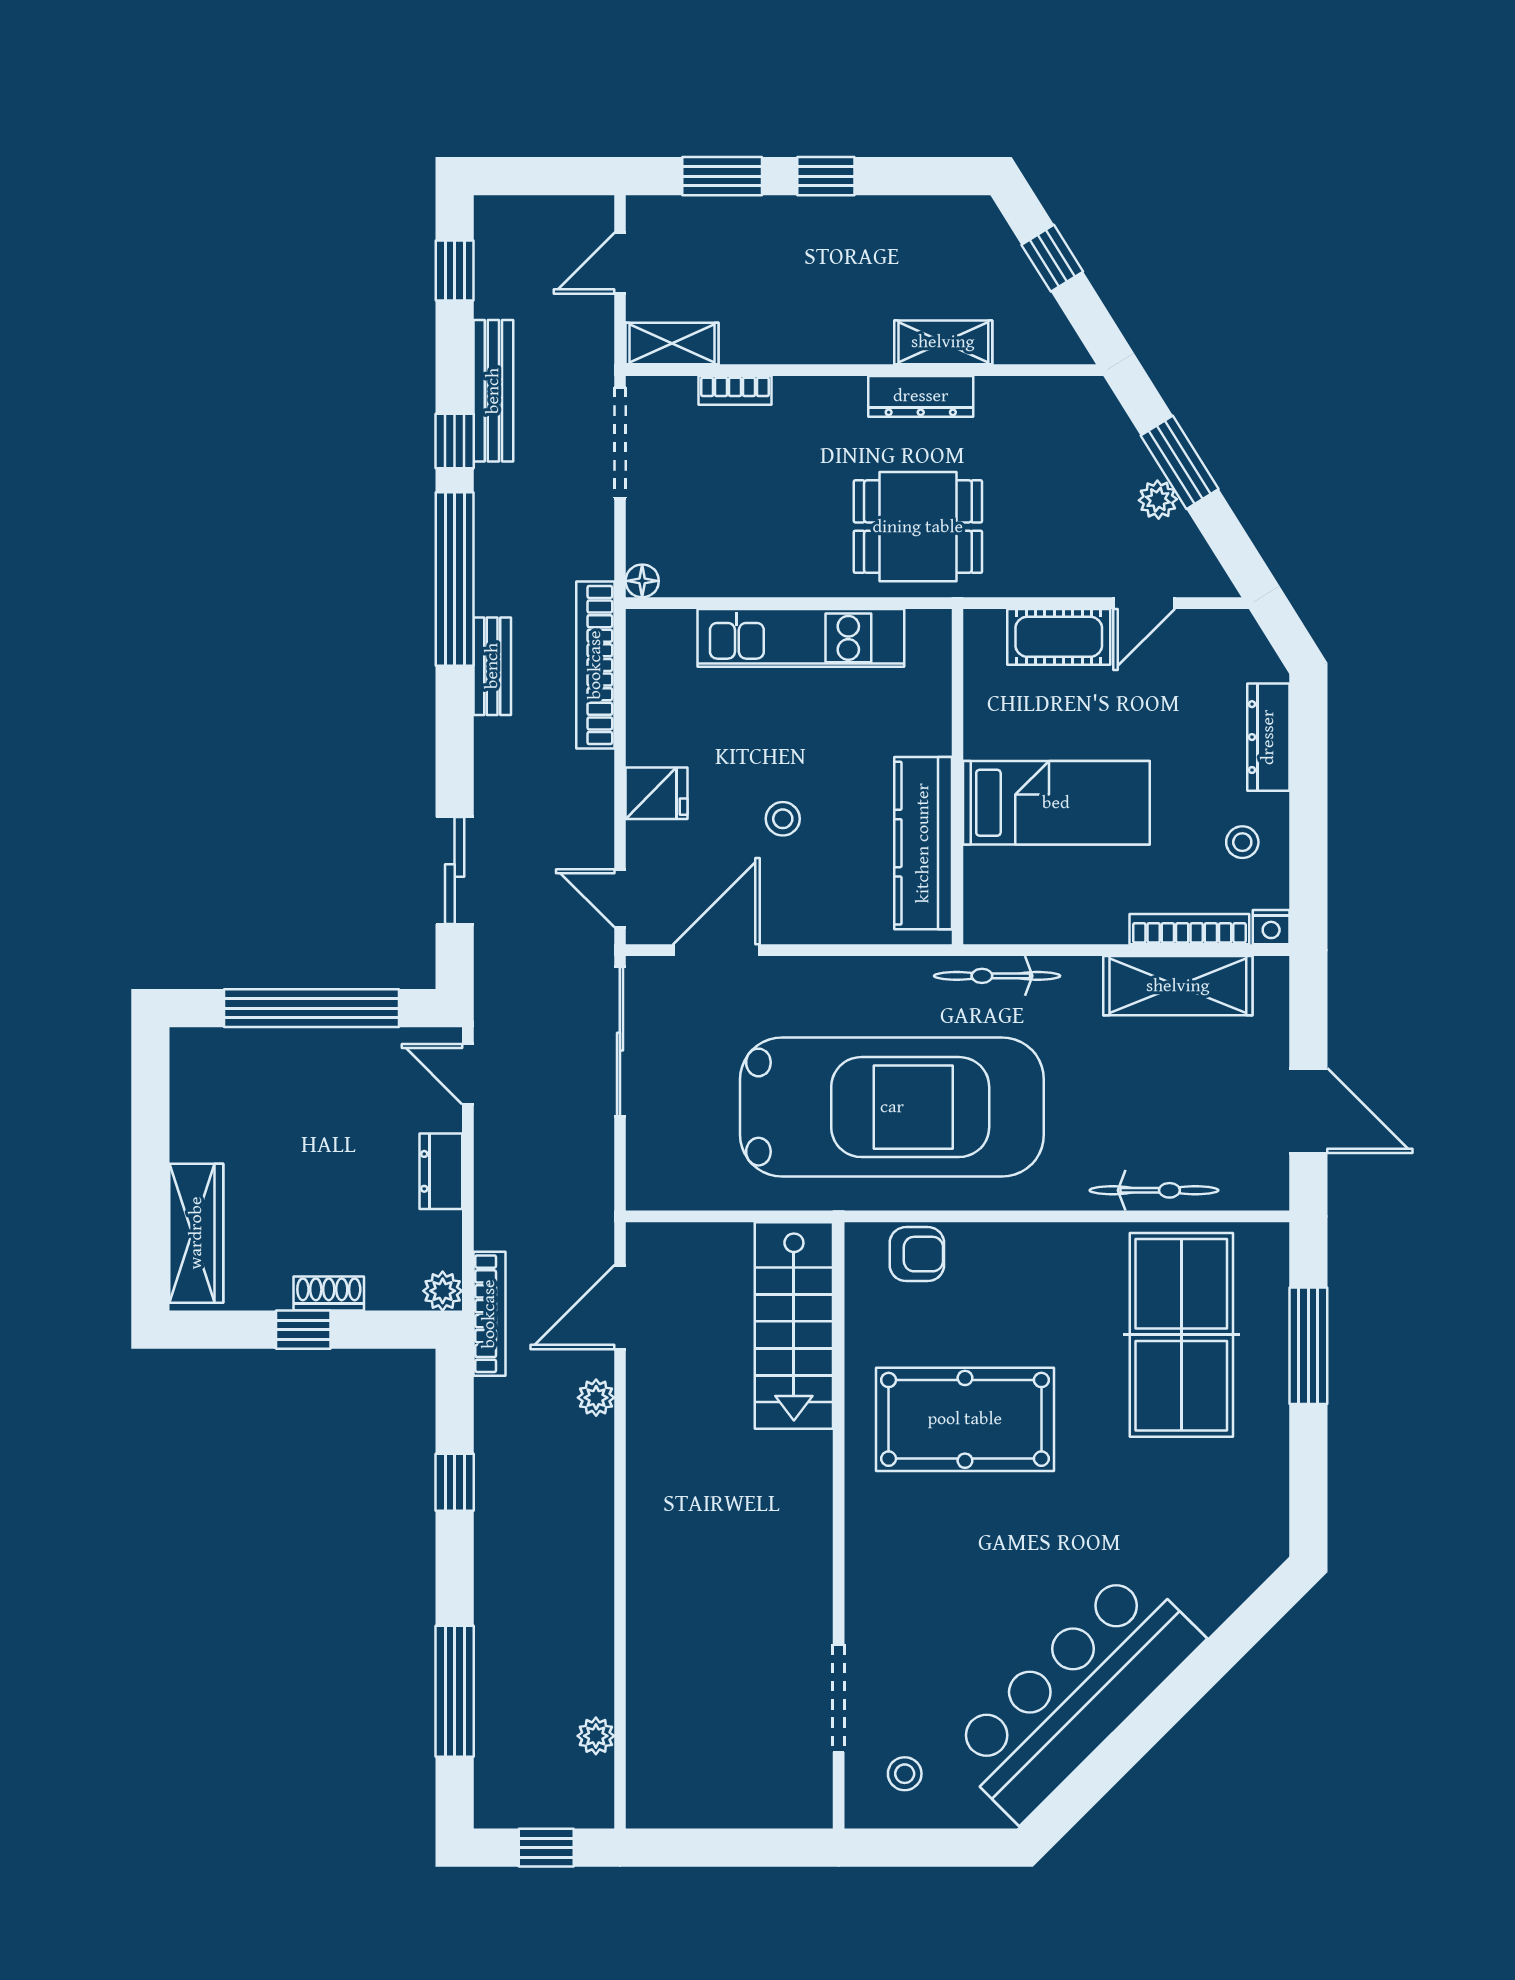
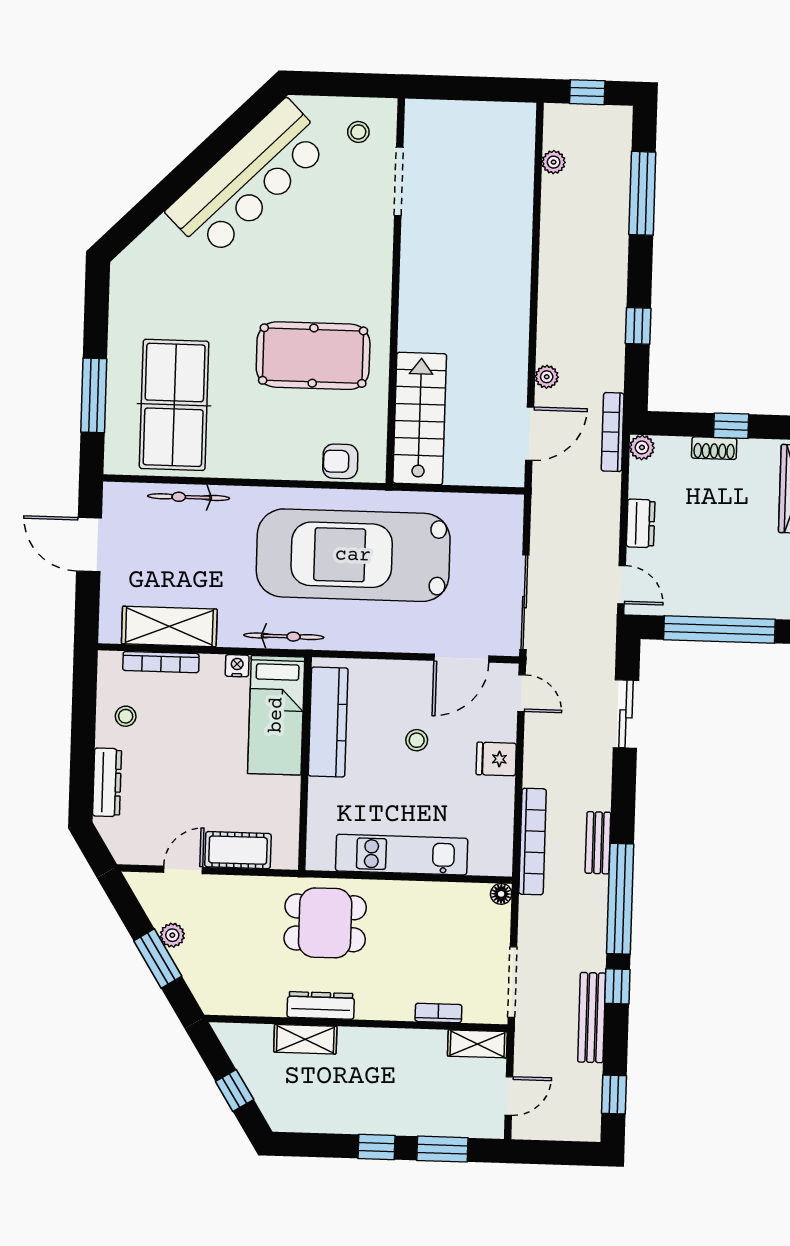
bed: (1056, 803) -> (276, 715), moved, turned -90
nightstand: (1271, 927) -> (237, 666), moved

